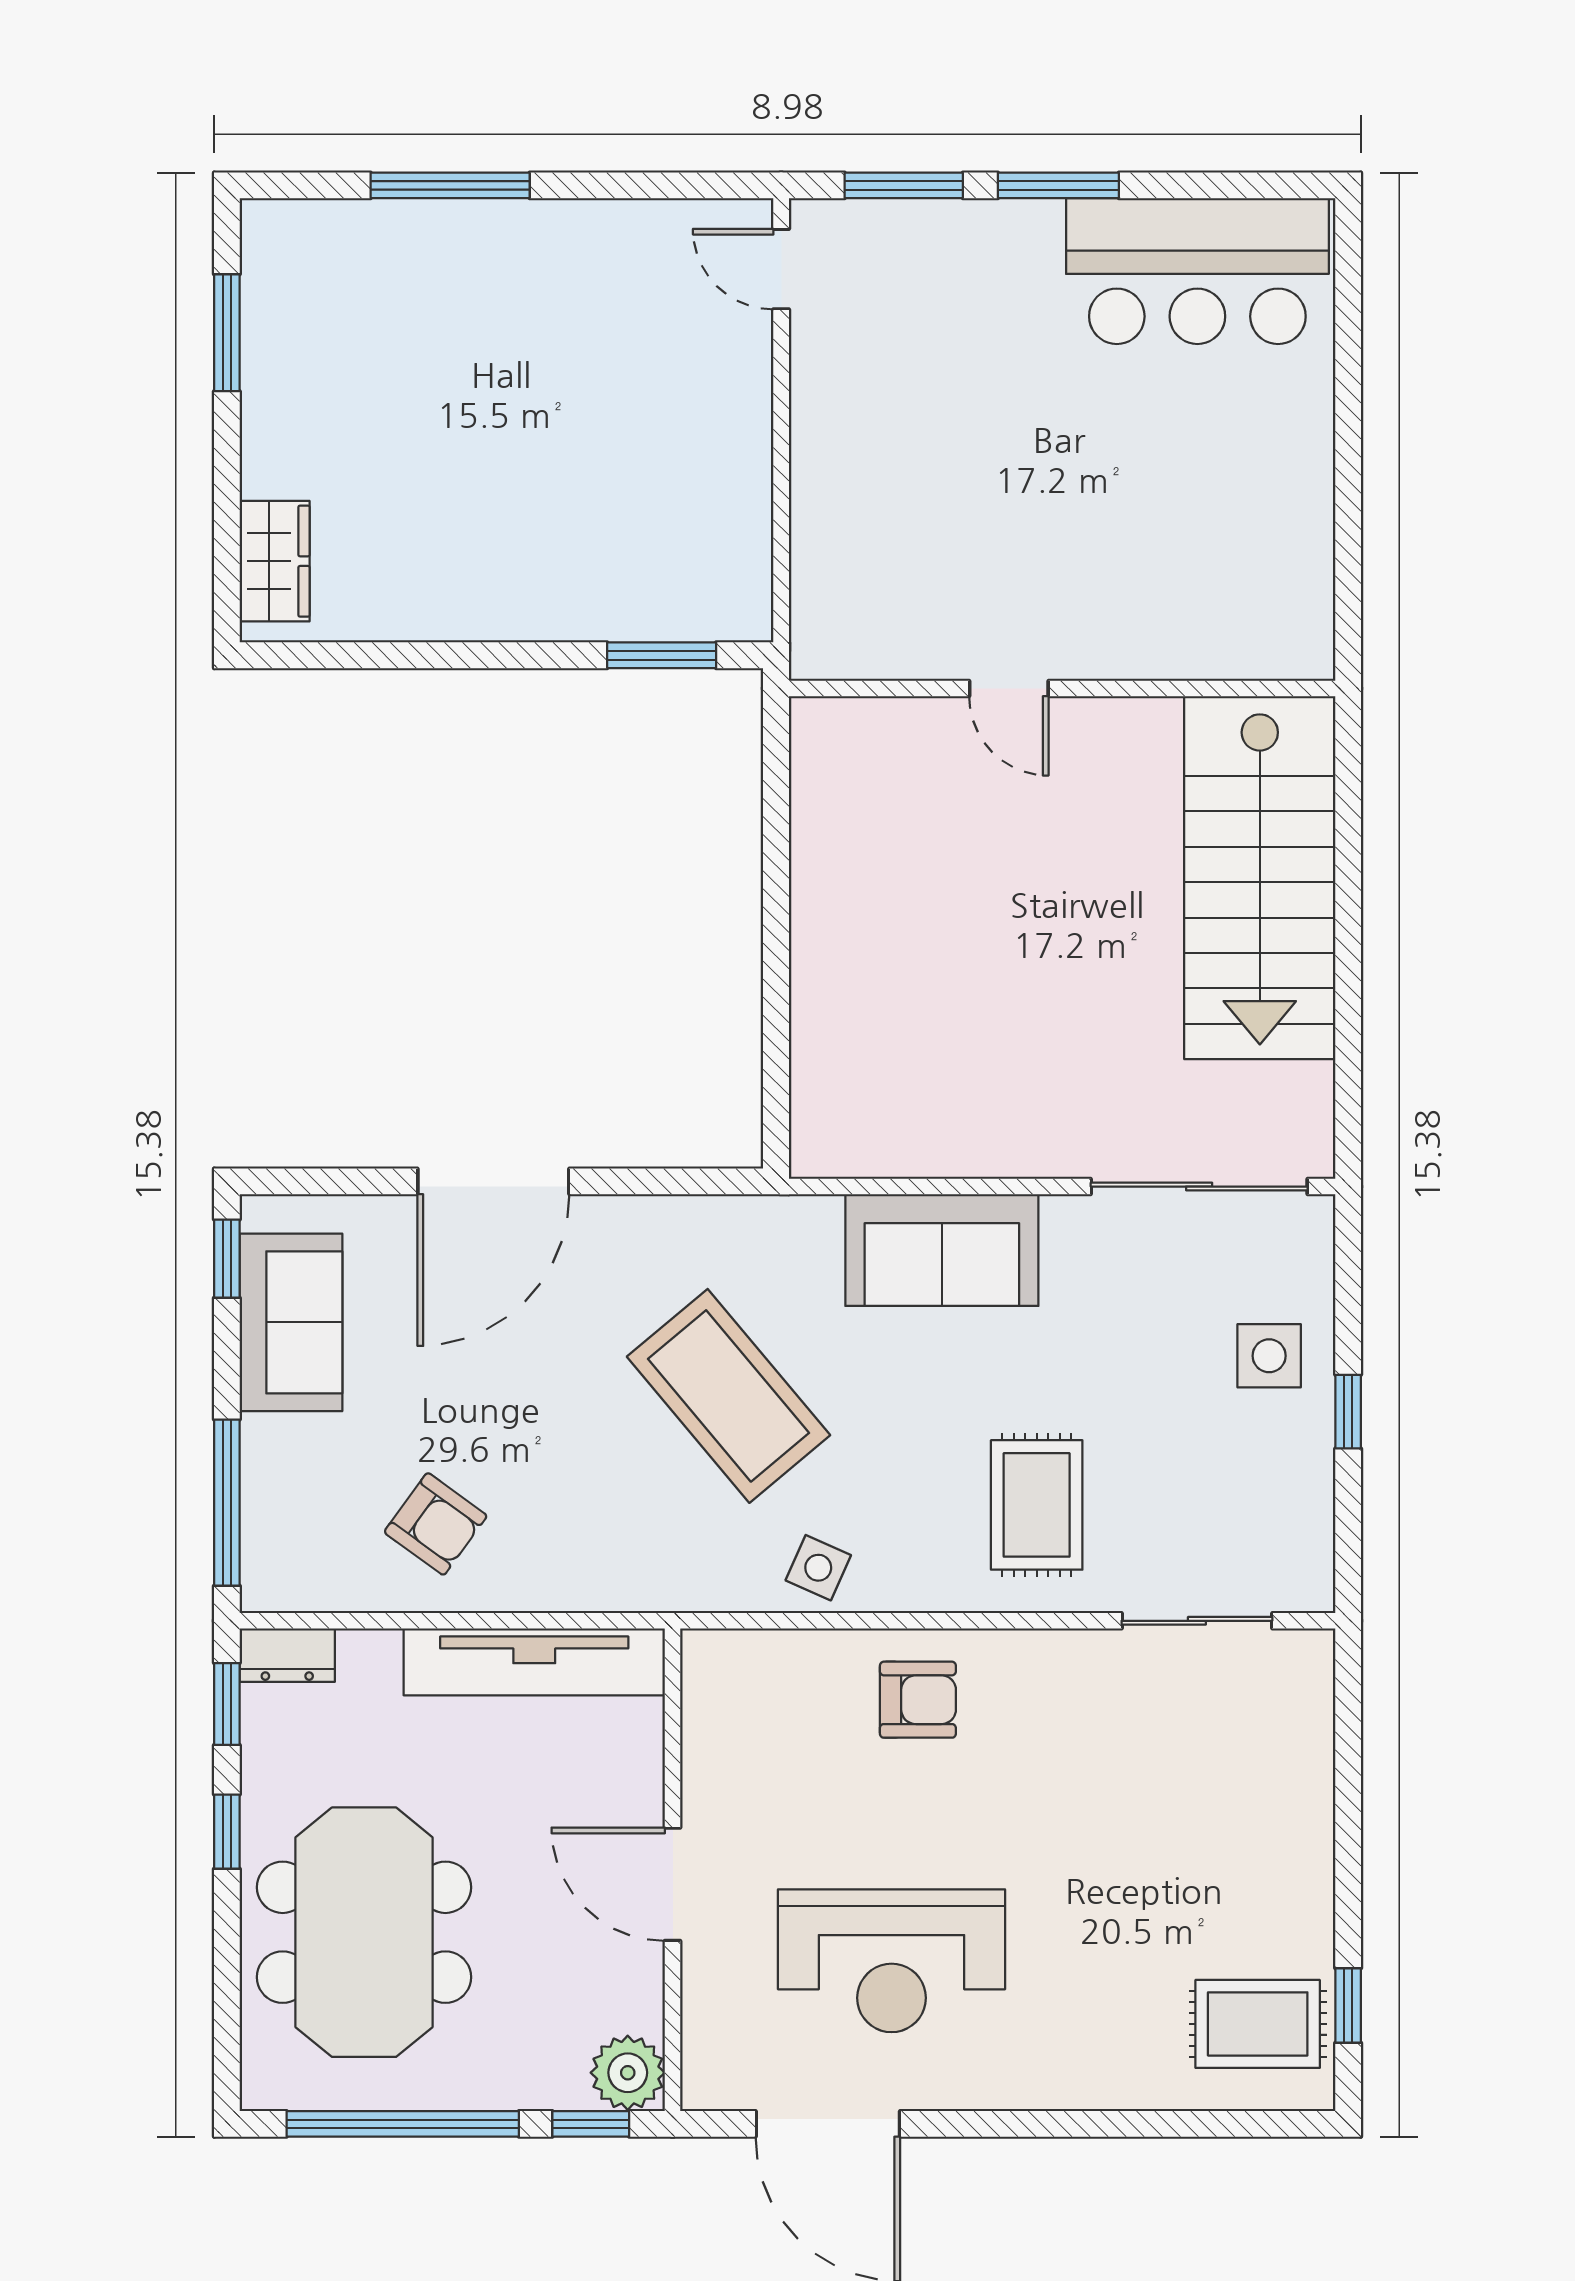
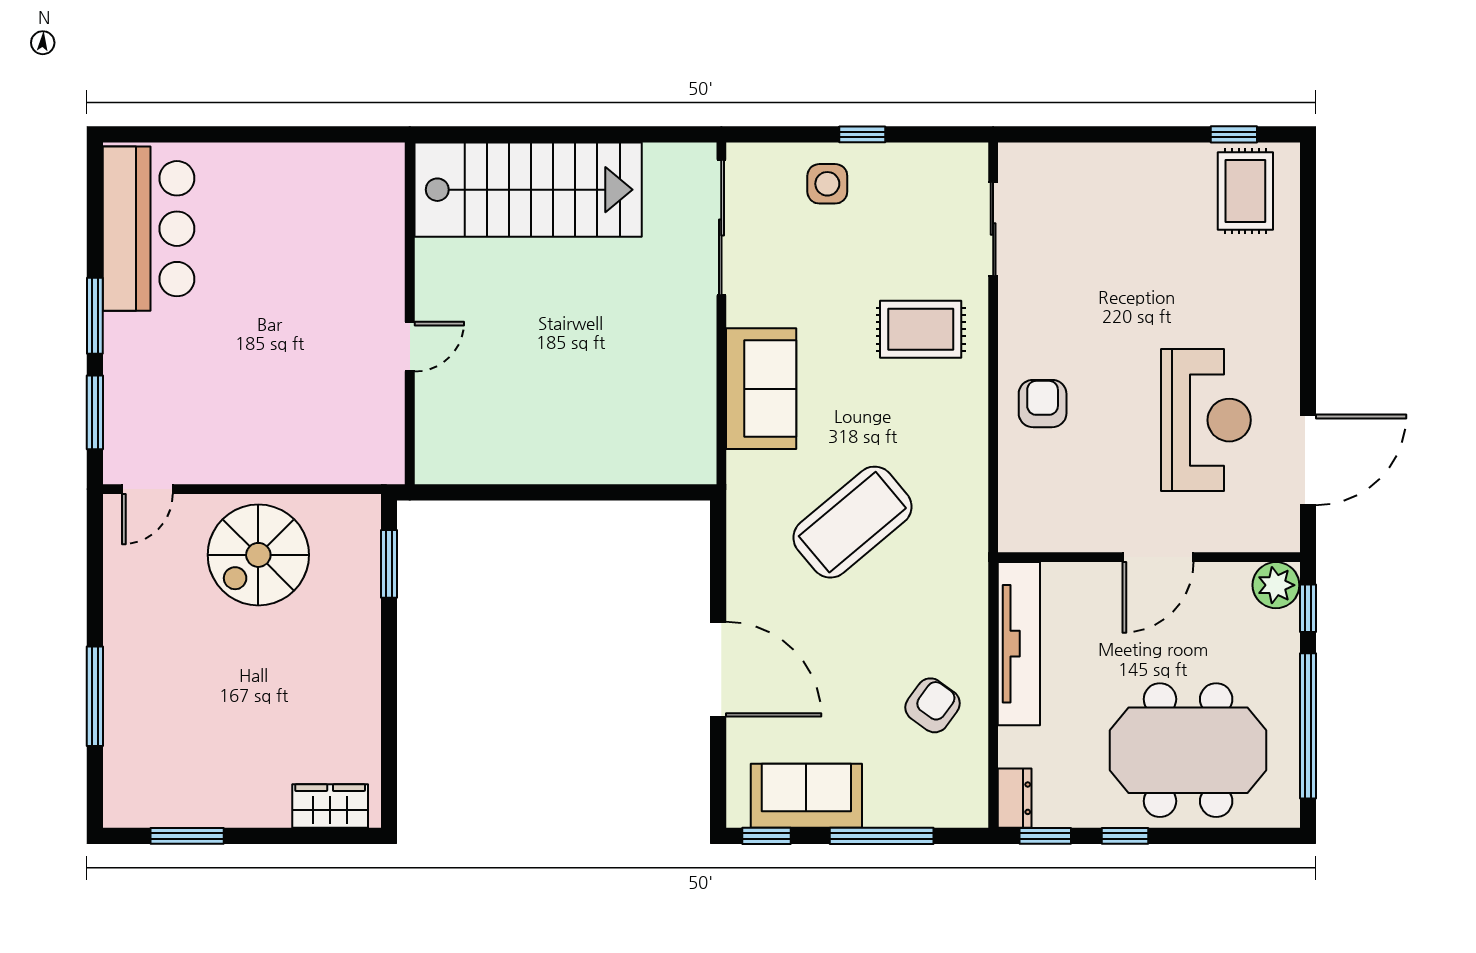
spiral stairs: (676, 446) -> (258, 555), added
window: (227, 1503) -> (882, 836), moved
side table: (818, 1568) -> (960, 466), removed

